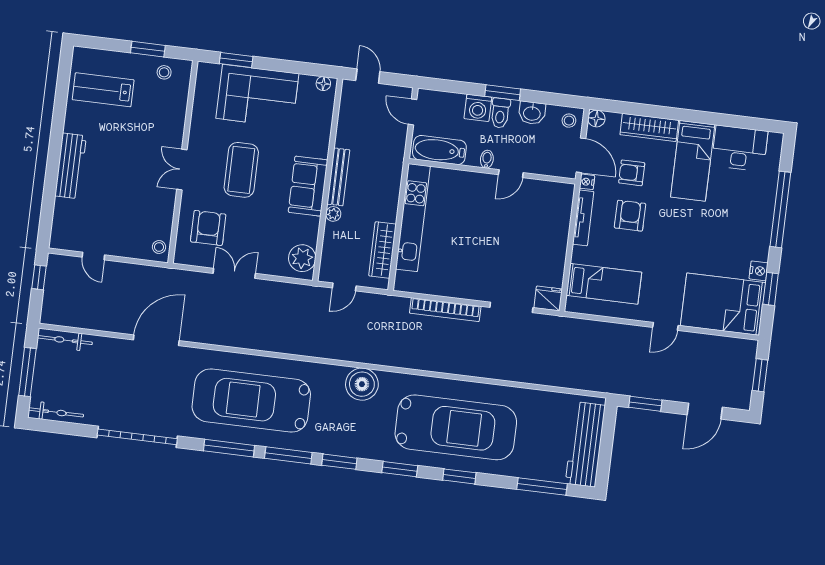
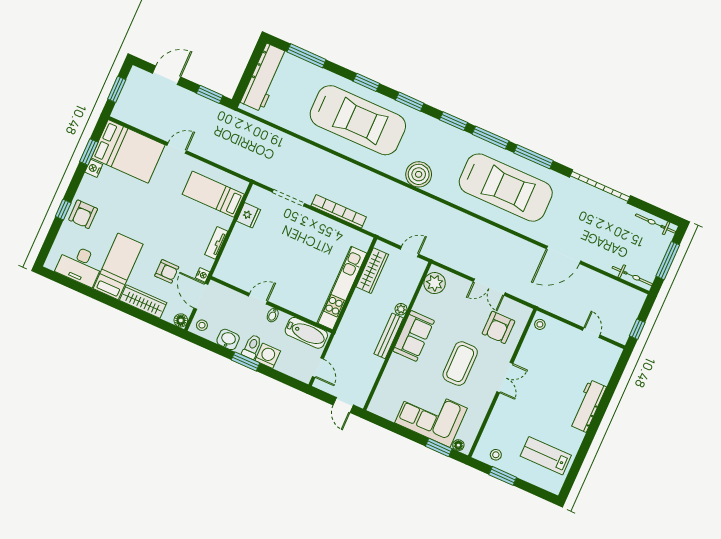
floor lamp: (323, 84) -> (458, 445), moved
lab bench: (103, 90) -> (546, 456), turned 180
window: (780, 209) -> (63, 210), width x0.32
armchair: (630, 216) -> (83, 214), moved
tv unit: (583, 218) -> (216, 243), width x0.71
fridge: (548, 298) -> (249, 215), moved, turned -90
car: (456, 427) -> (358, 120), turned 180

